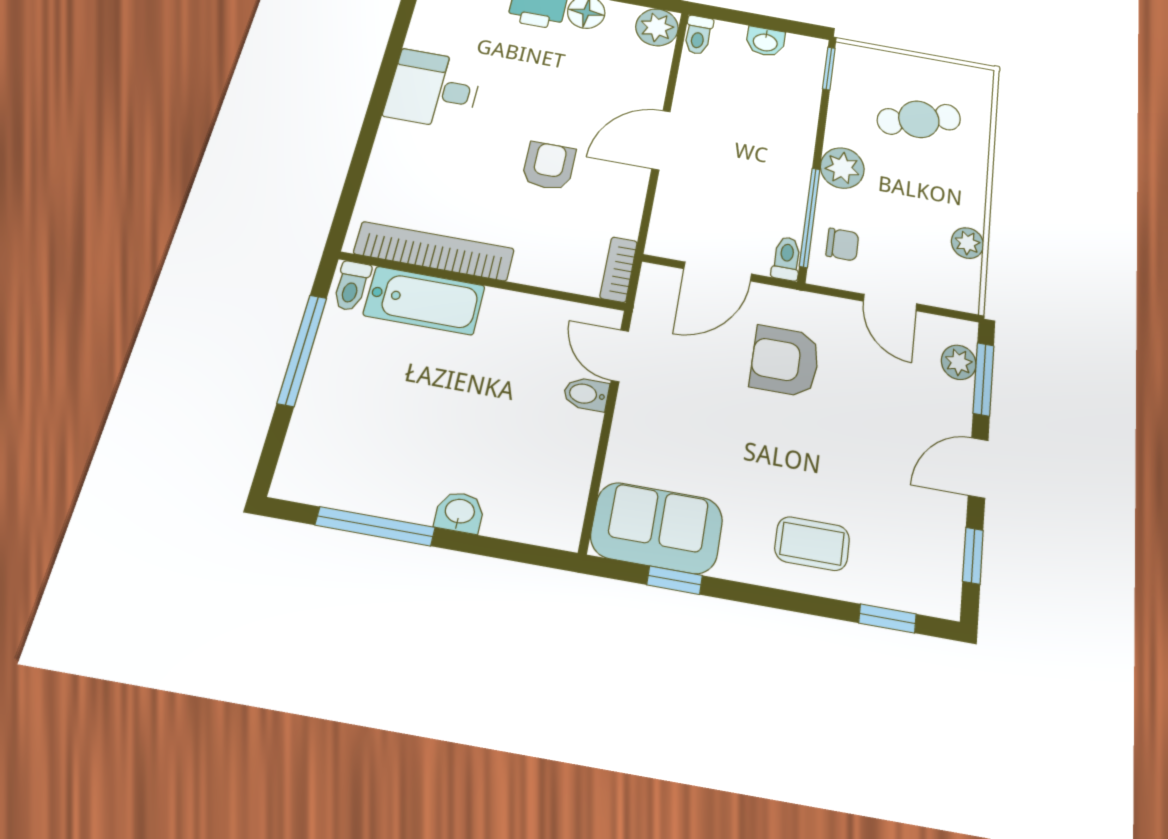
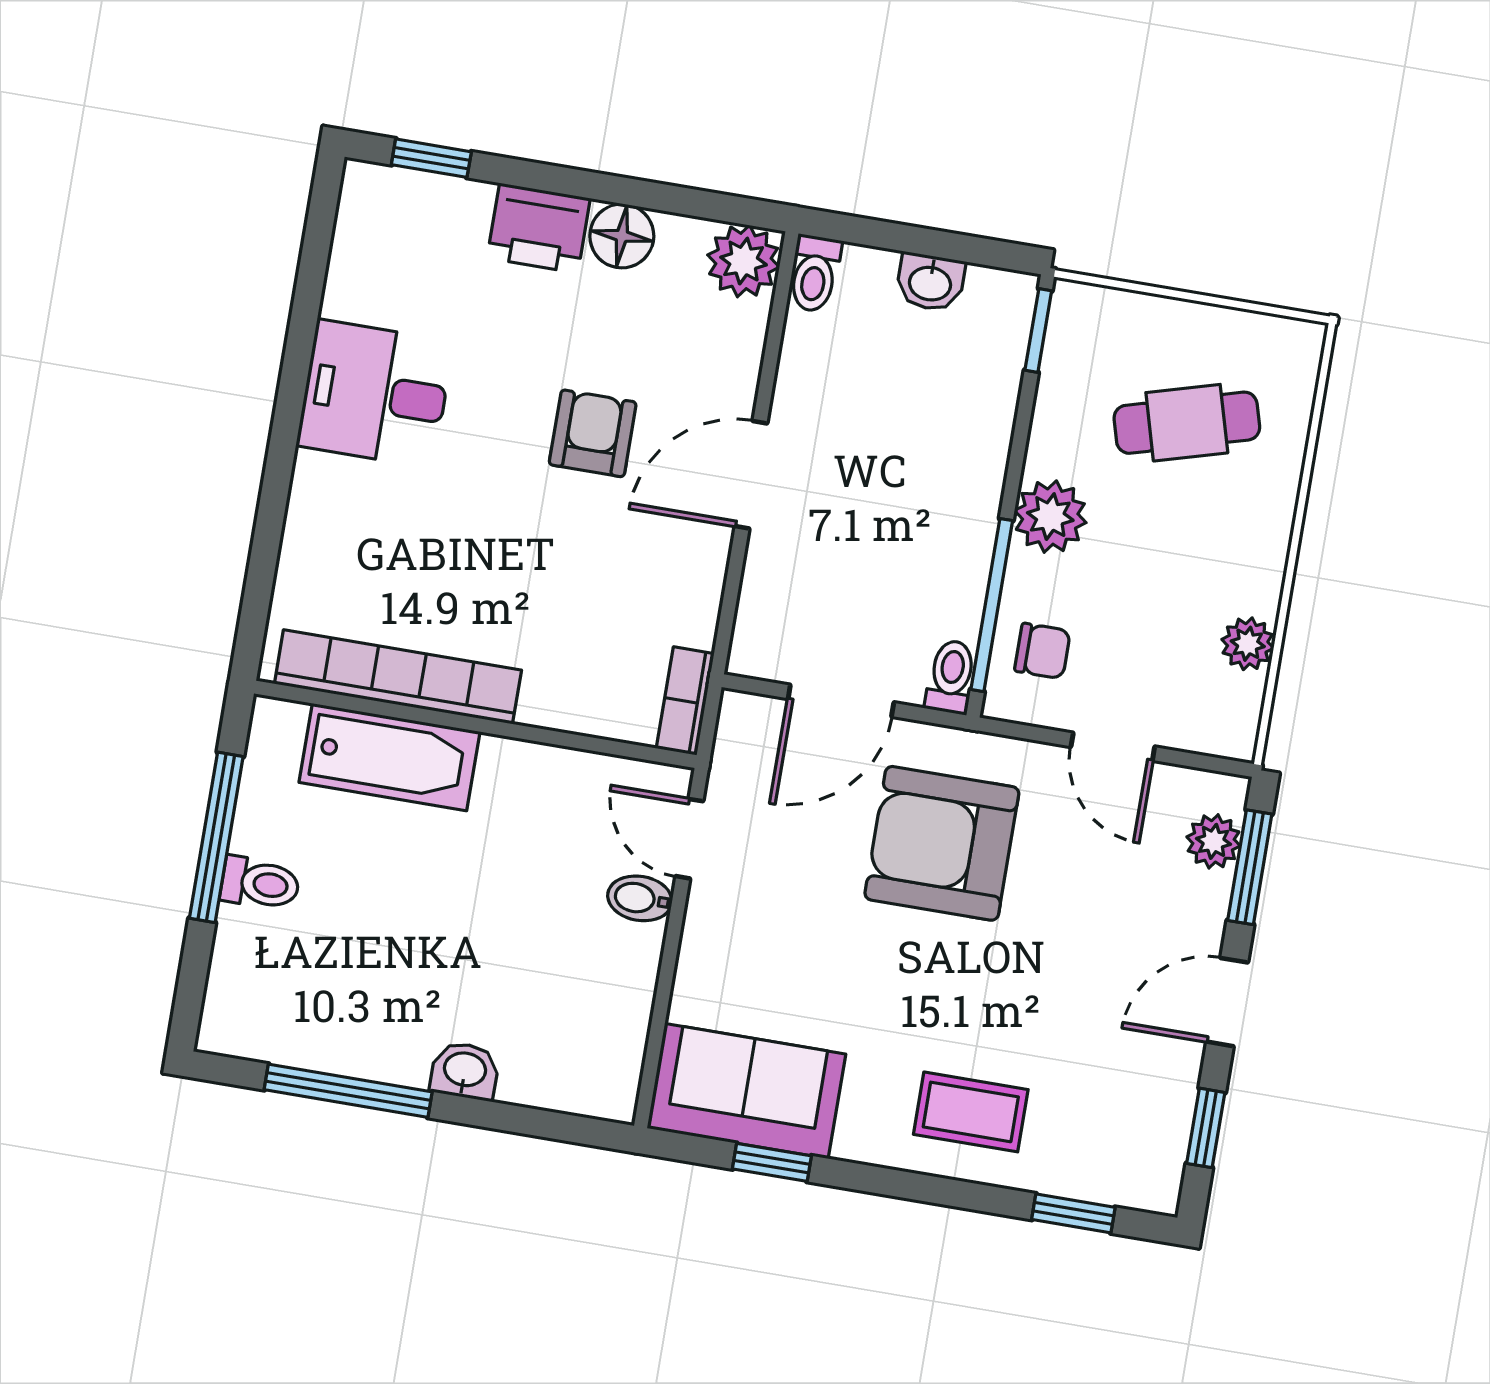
armchair: (549, 166) -> (593, 433), moved
toilet: (352, 286) -> (260, 883), moved, turned -90
armchair: (785, 361) -> (942, 843), width x1.36, depth x1.36

